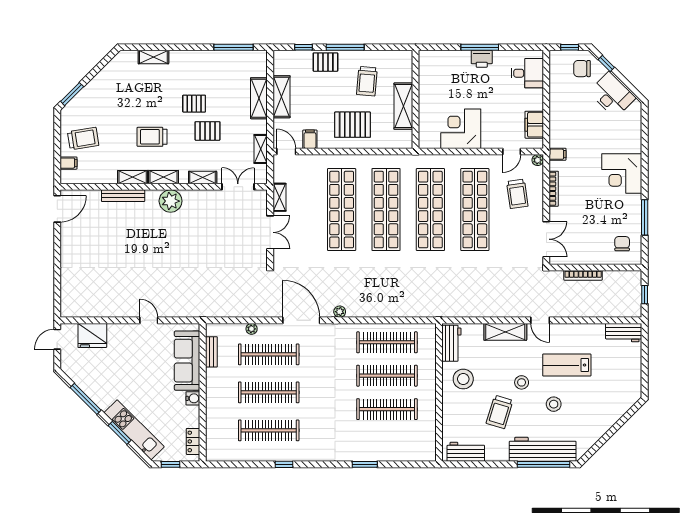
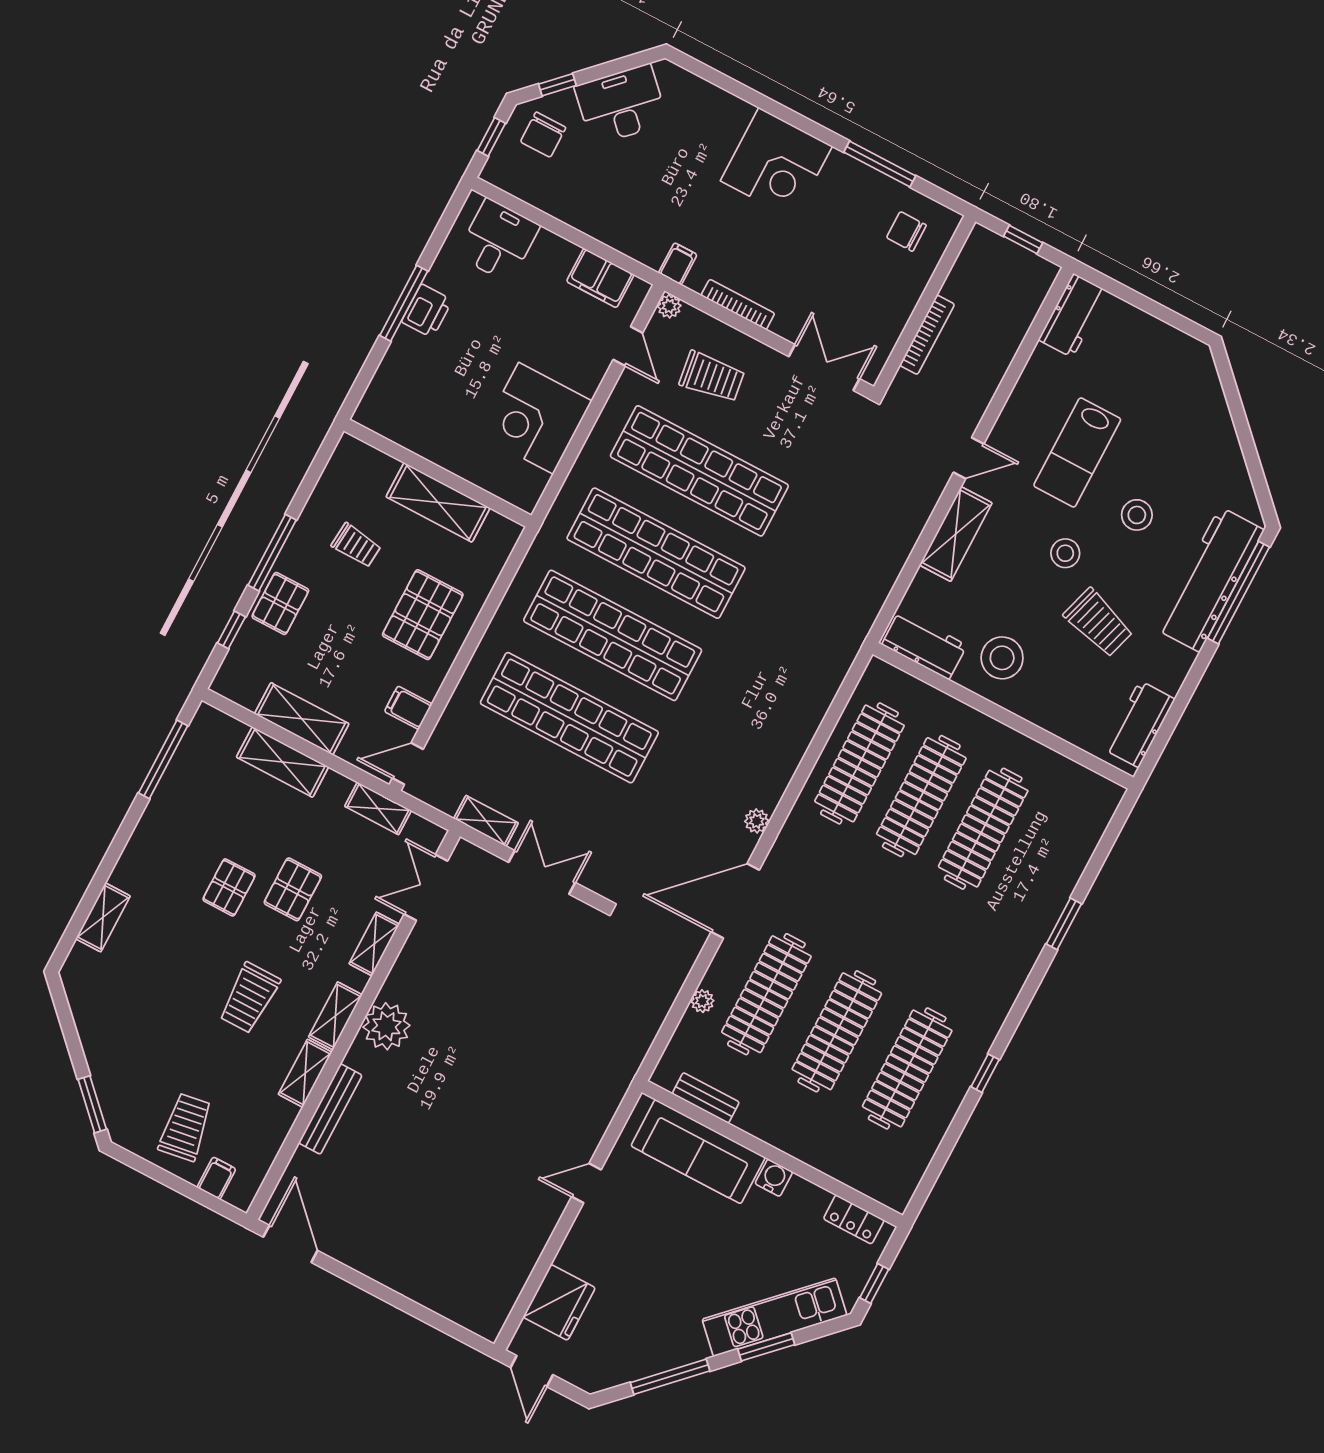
trolley: (367, 81) -> (356, 545), width x0.73, depth x0.72

